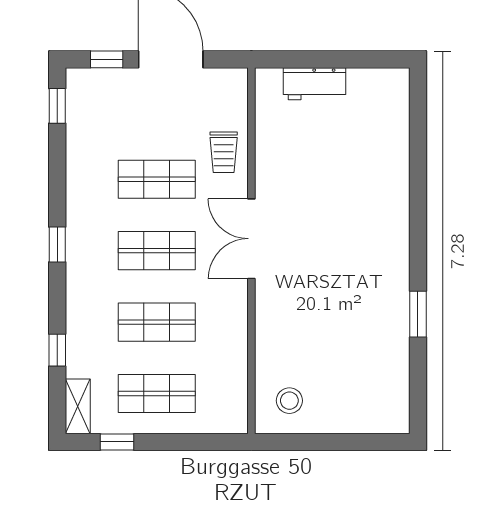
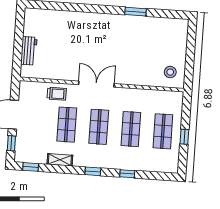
double door: (251, 239) -> (96, 84), swing flipped
window: (57, 350) -> (127, 174), moved
shelving: (78, 406) -> (60, 160), moved
window: (117, 442) -> (184, 137), moved

